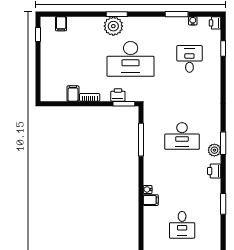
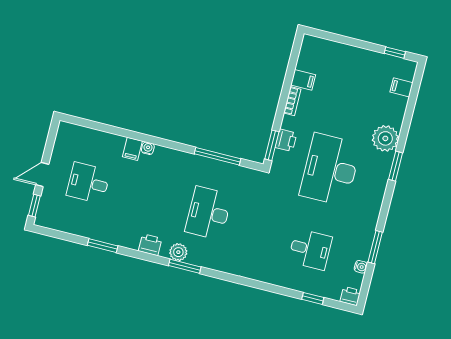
plant: (113, 26) -> (385, 138), moved

